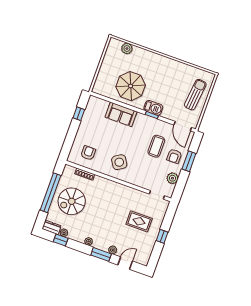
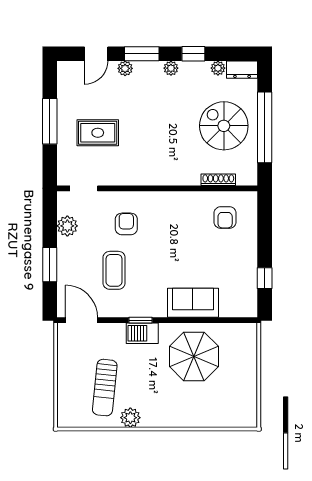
plant: (127, 49) -> (130, 418), moved
sun lounger: (195, 95) -> (105, 388), moved
armchair: (174, 156) -> (126, 224), moved
side table: (119, 162) -> (167, 221), removed
spiral stairs: (72, 201) -> (224, 126), turned -90
window: (162, 236) -> (50, 121), width x2.17
window: (61, 240) -> (193, 54), moved

